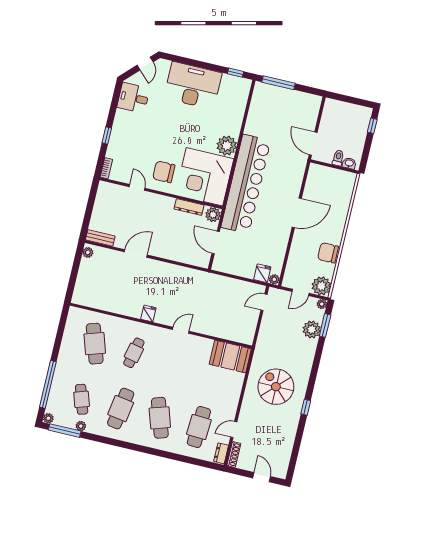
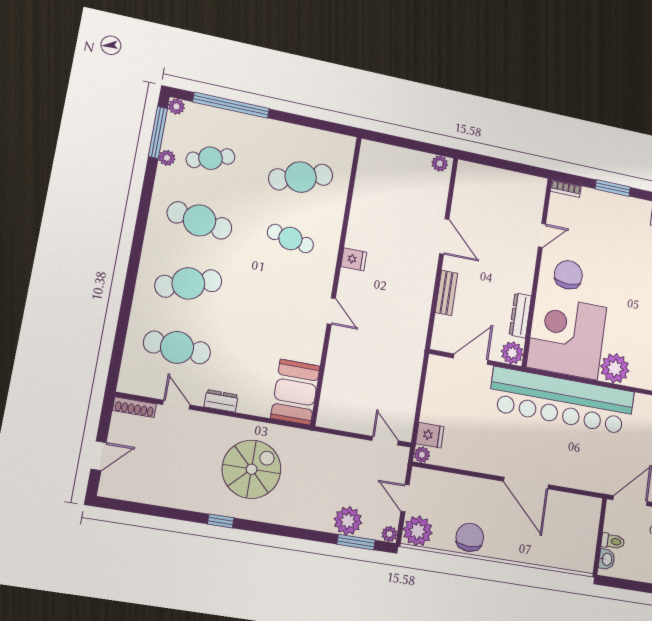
window: (107, 135) -> (613, 188), width x1.50
bench: (100, 238) -> (446, 293), moved
dresser: (221, 453) -> (221, 401), moved

